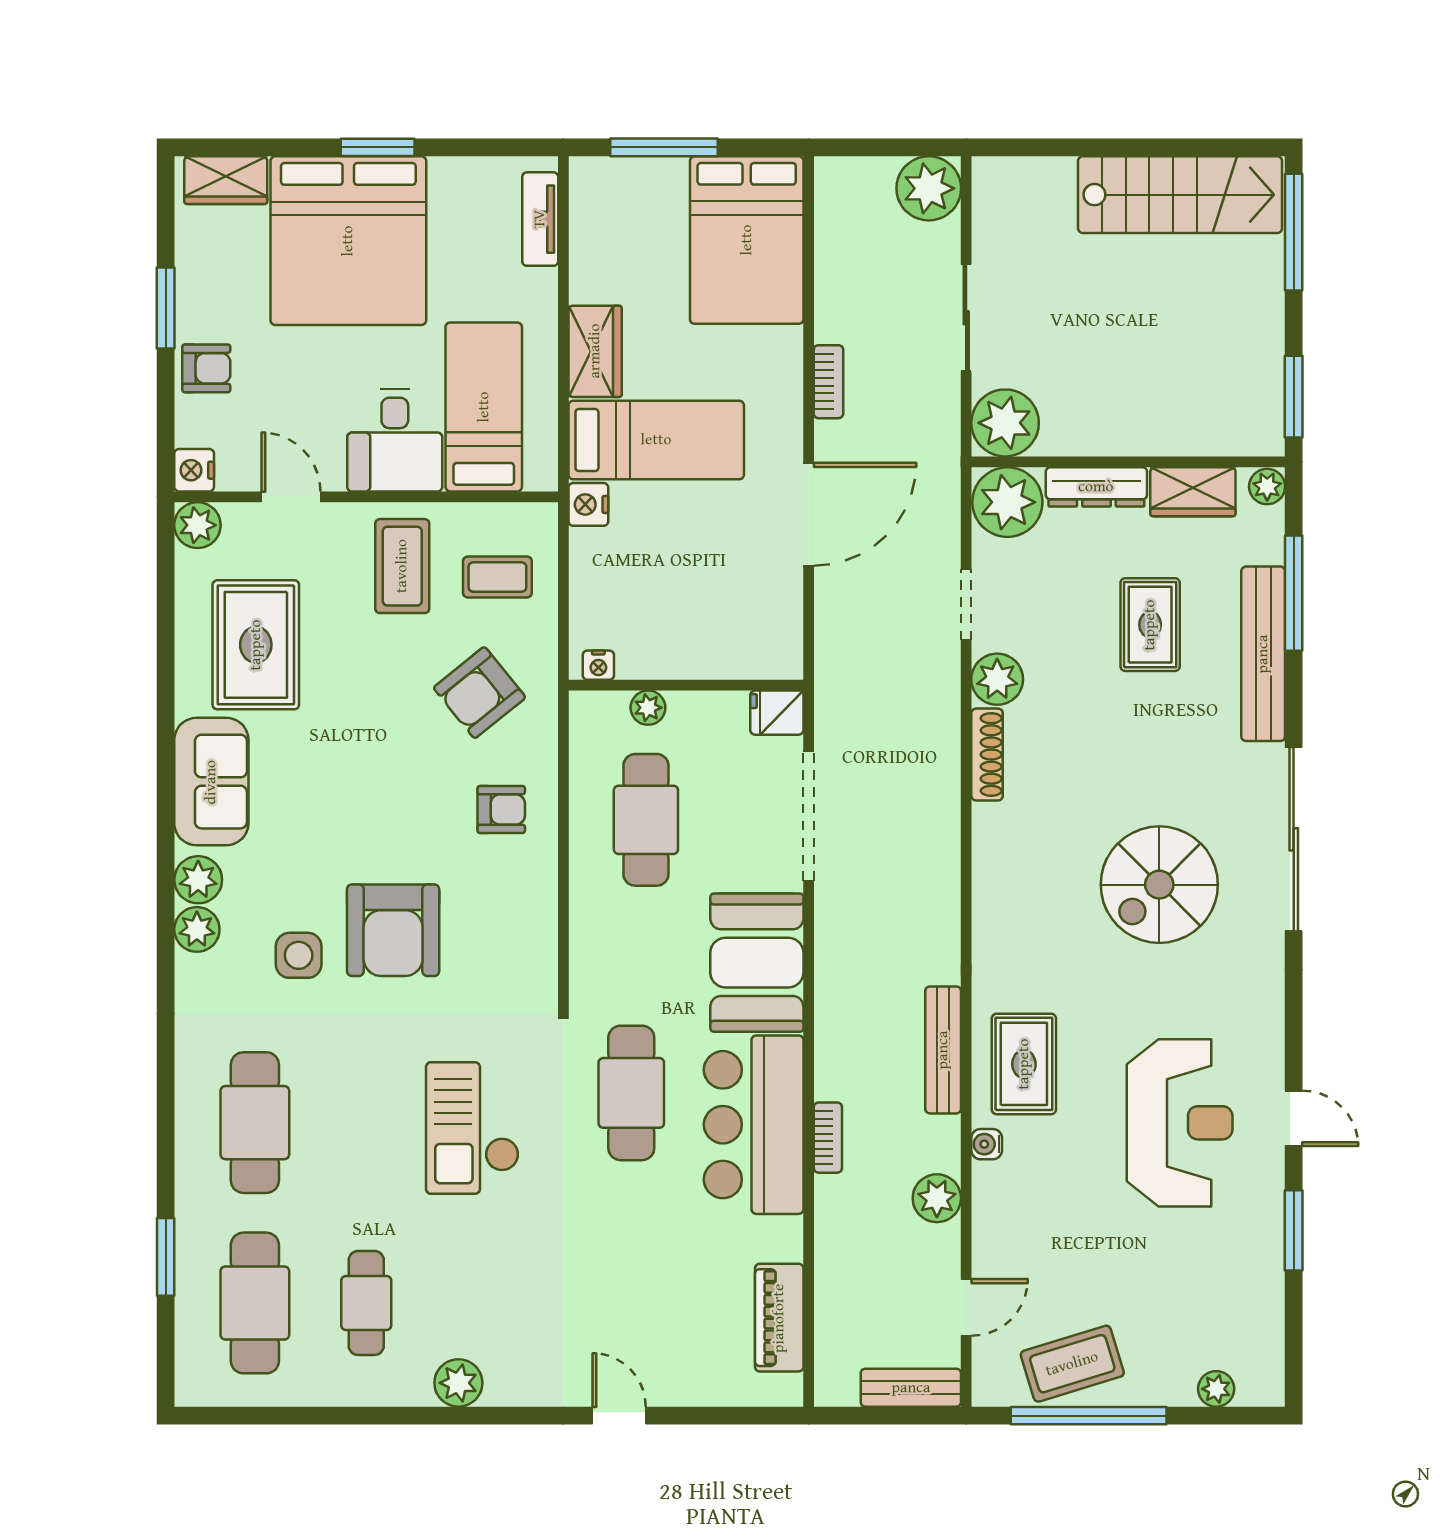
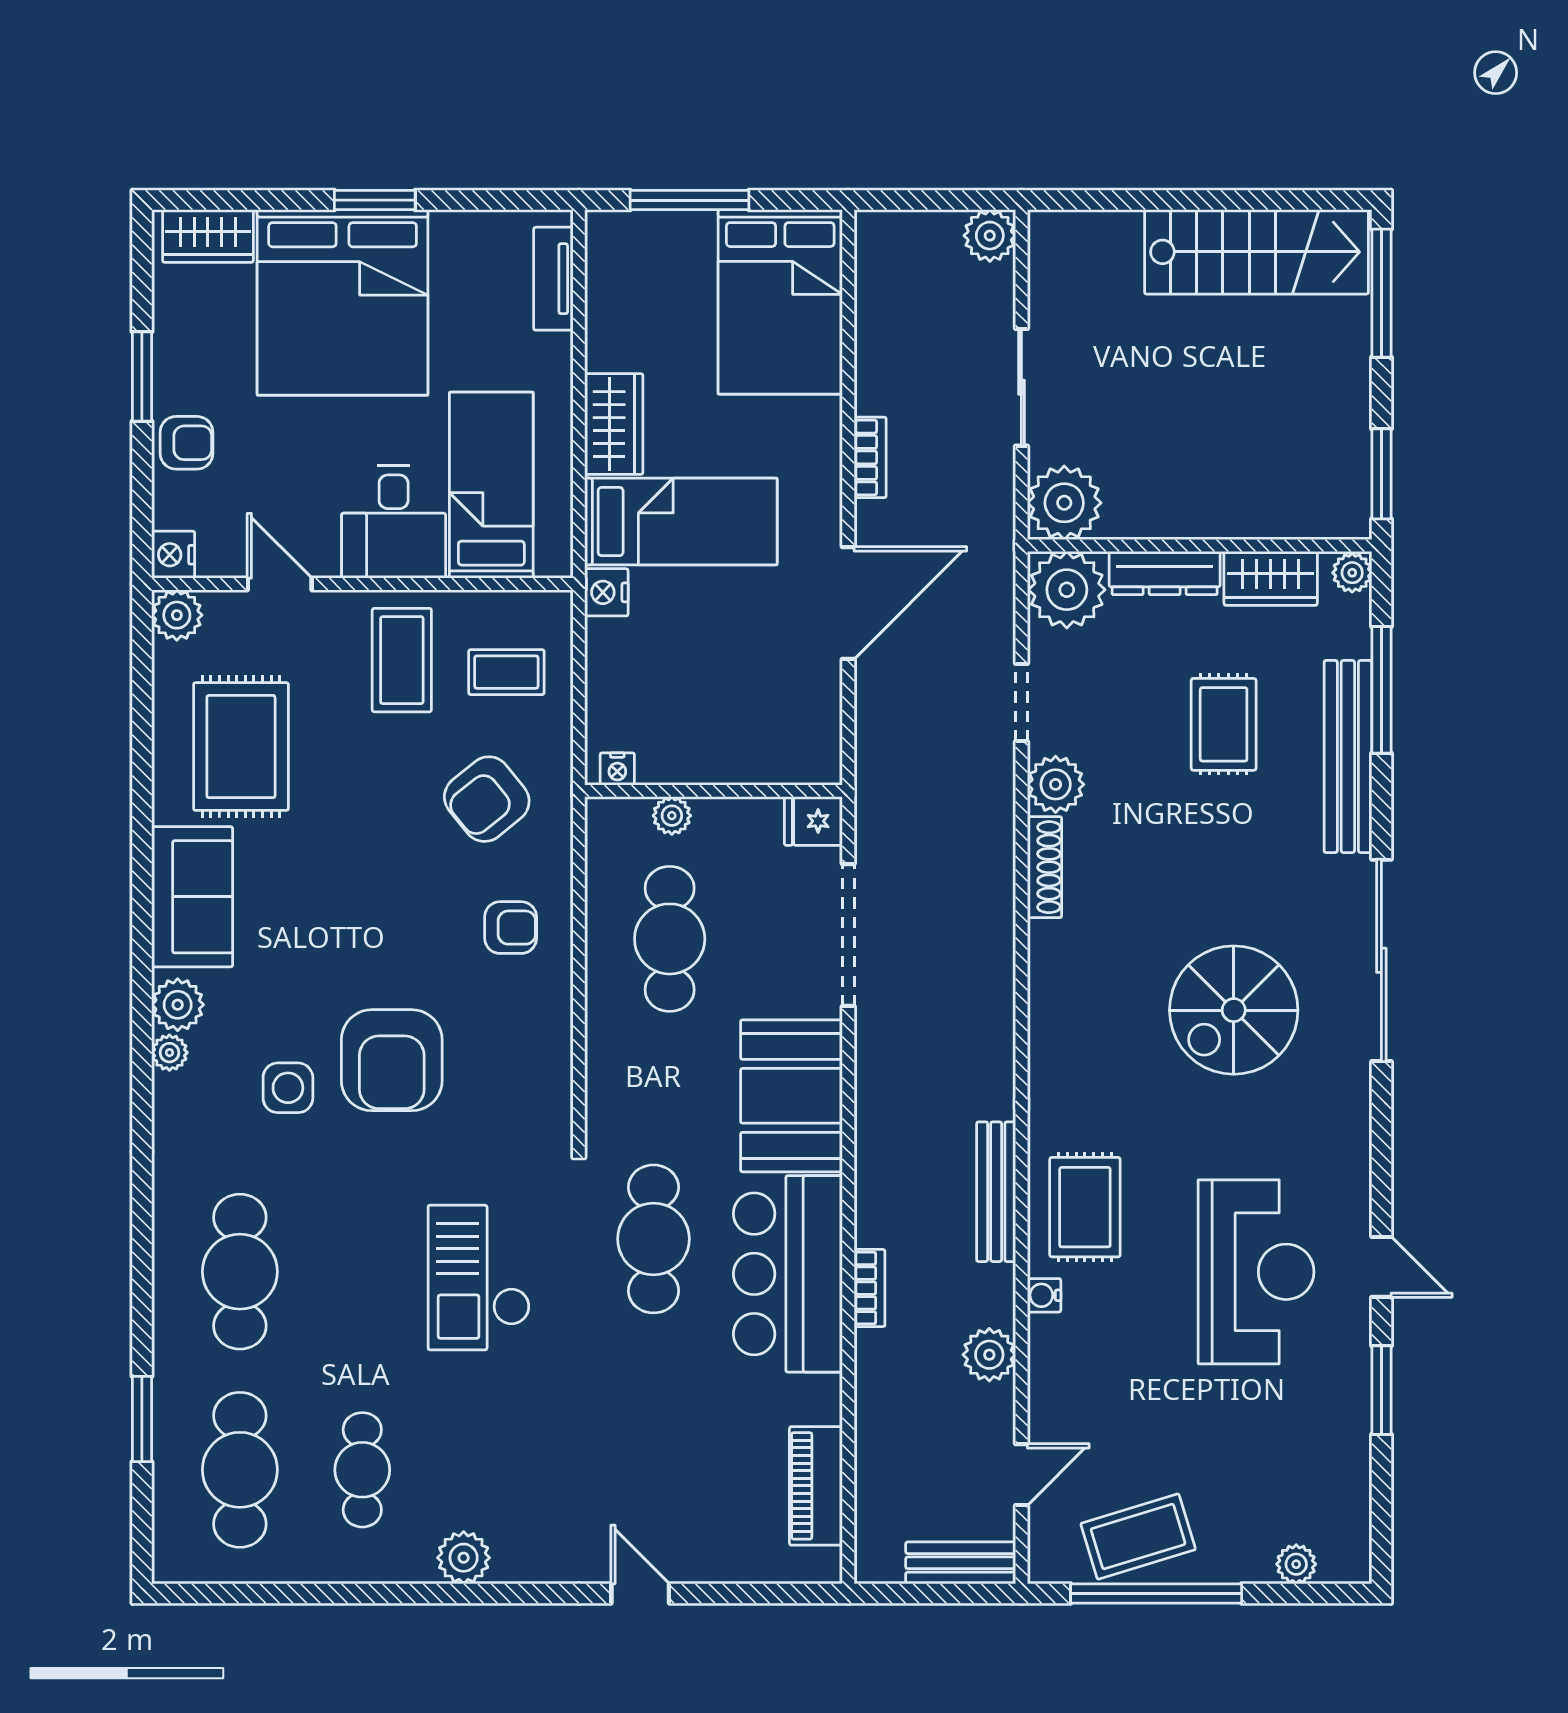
plant: (929, 188) -> (990, 236), width x0.73, depth x0.73
plant: (197, 929) -> (169, 1053), width x0.73, depth x0.73

